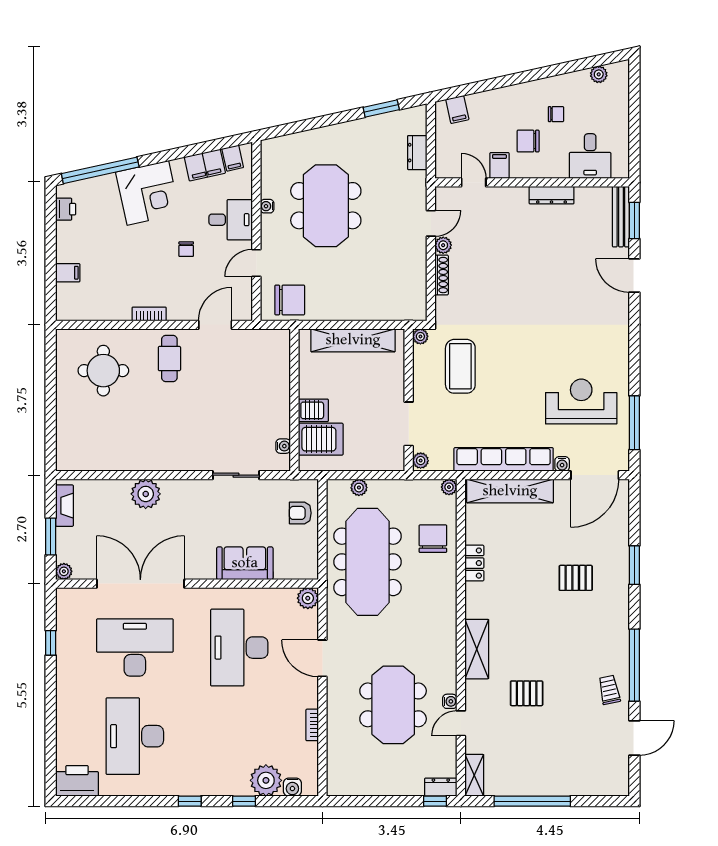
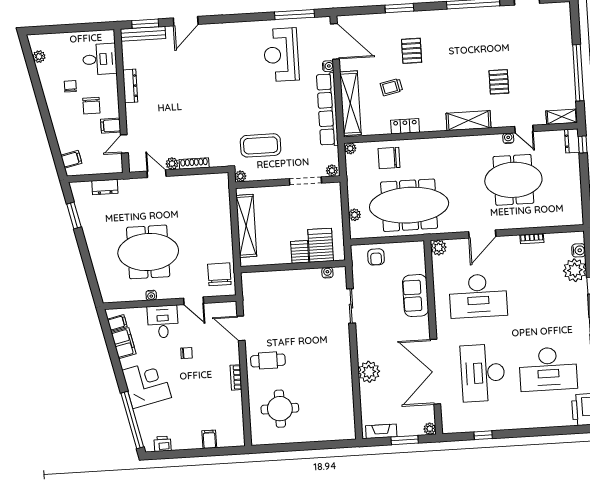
trolley: (609, 690) -> (391, 87), moved

